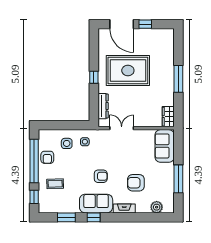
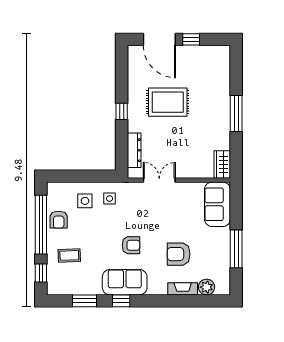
rug: (128, 70) -> (168, 102), width x0.73, depth x0.69
fireplace: (124, 208) -> (183, 289), moved

